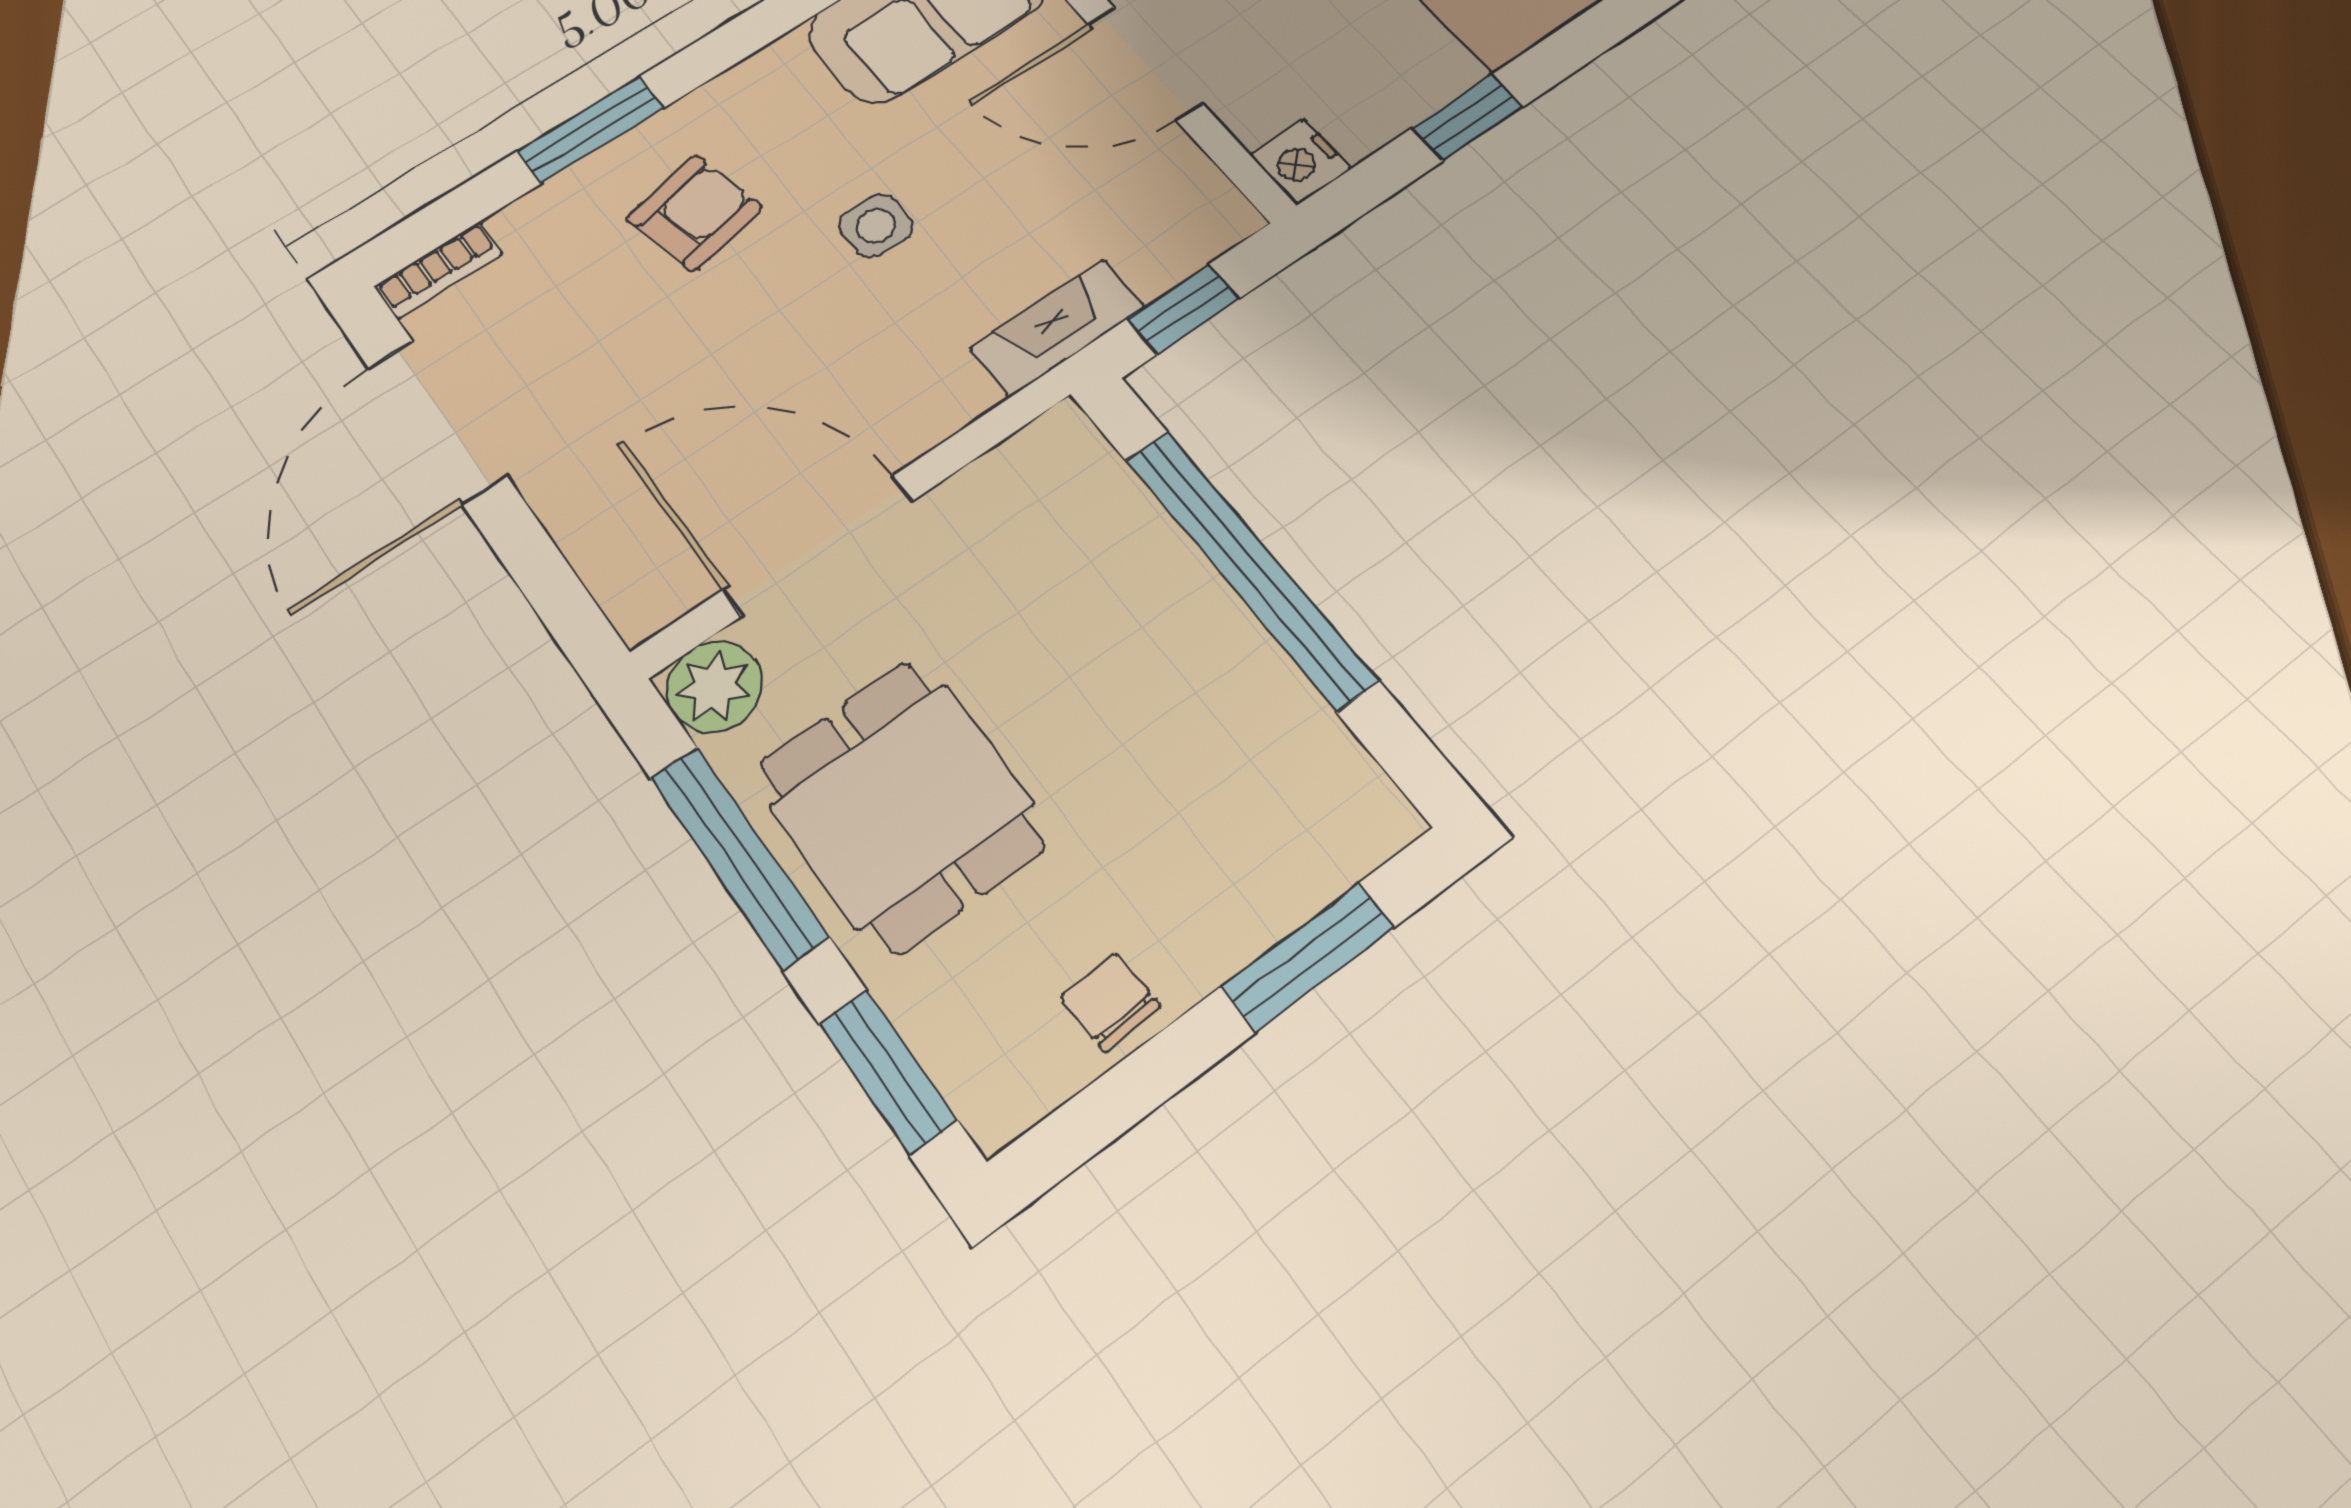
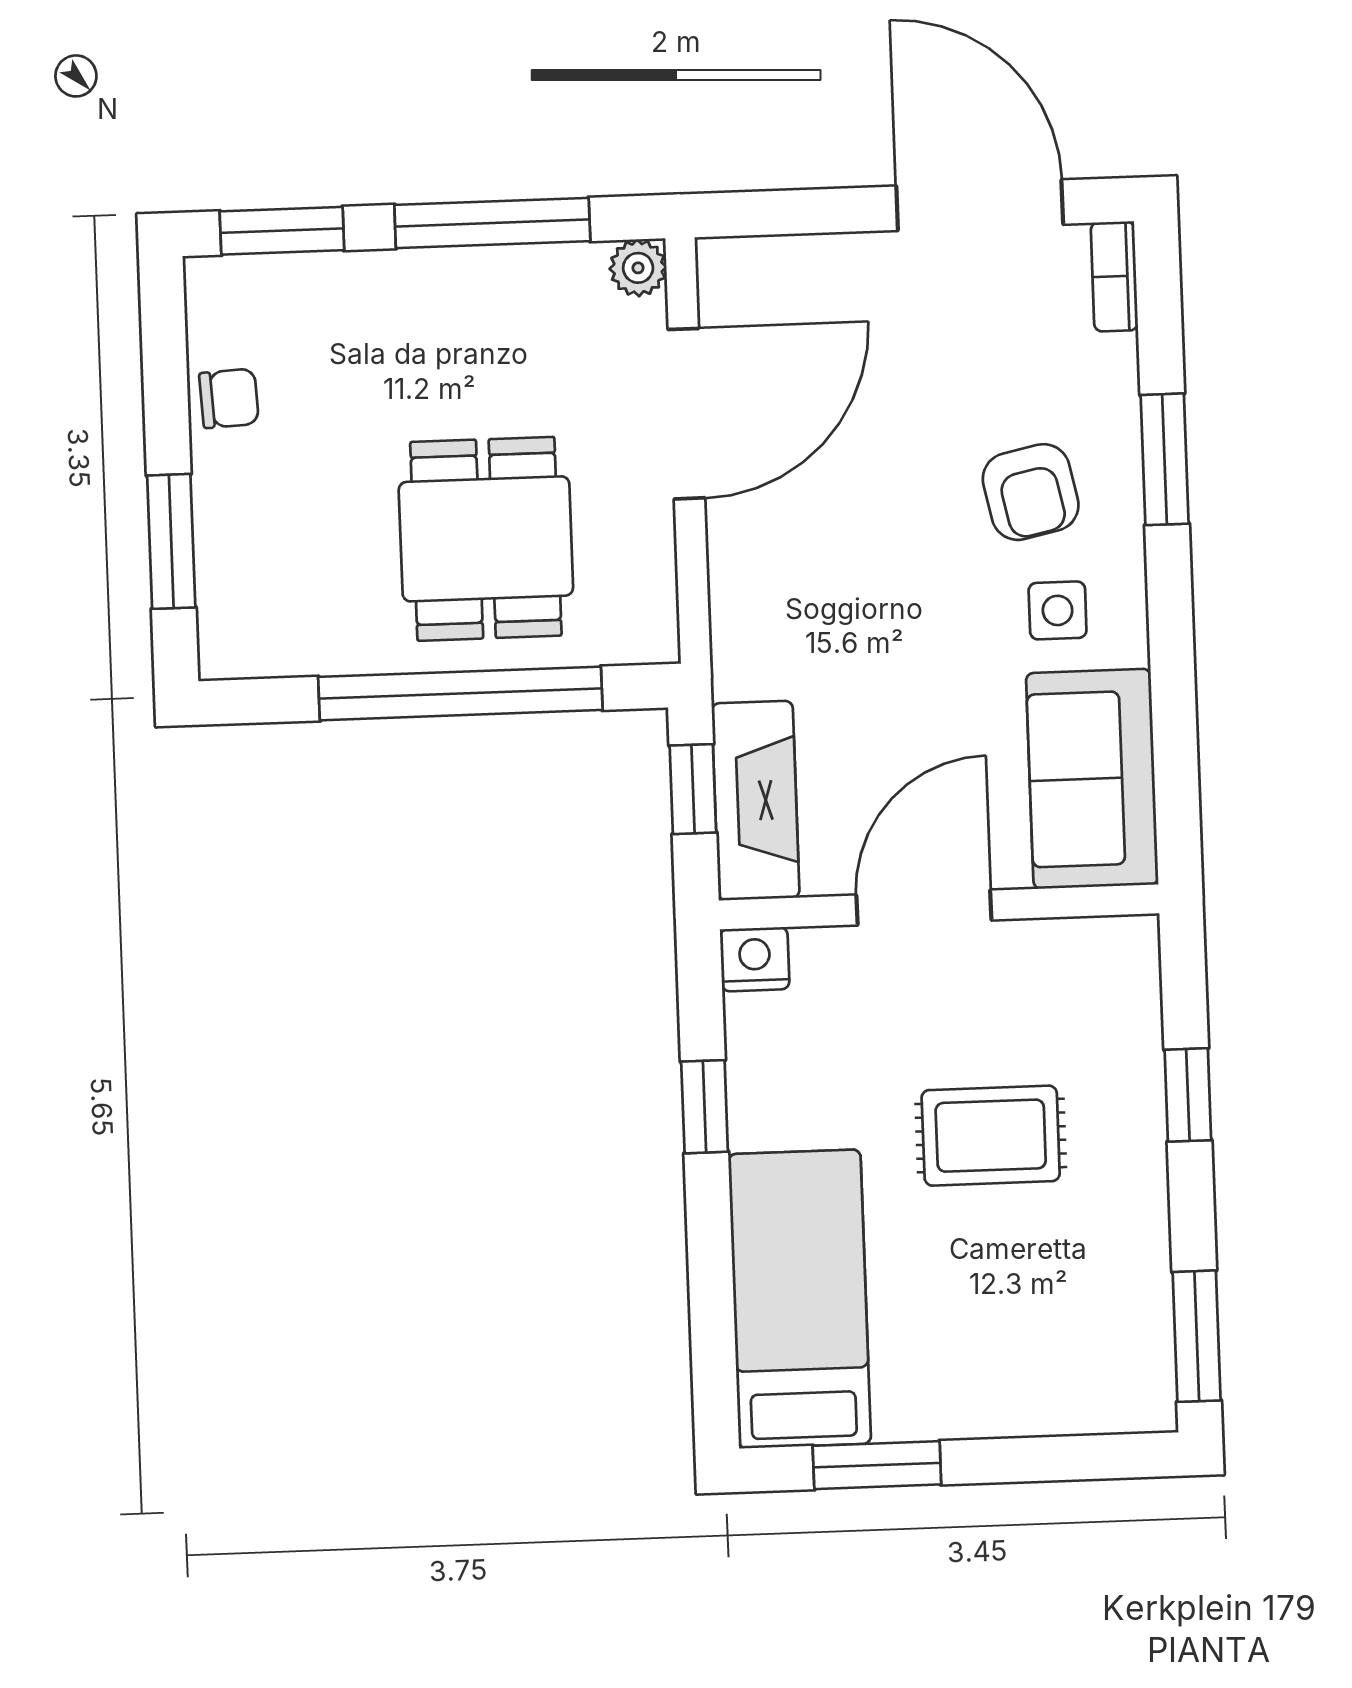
side table: (876, 226) -> (1058, 610), moved
fireplace: (1057, 328) -> (756, 801), moved, width x1.37, depth x1.32
plant: (714, 687) -> (638, 268), width x0.73, depth x0.73
dining table: (902, 805) -> (486, 539), moved, turned 90

